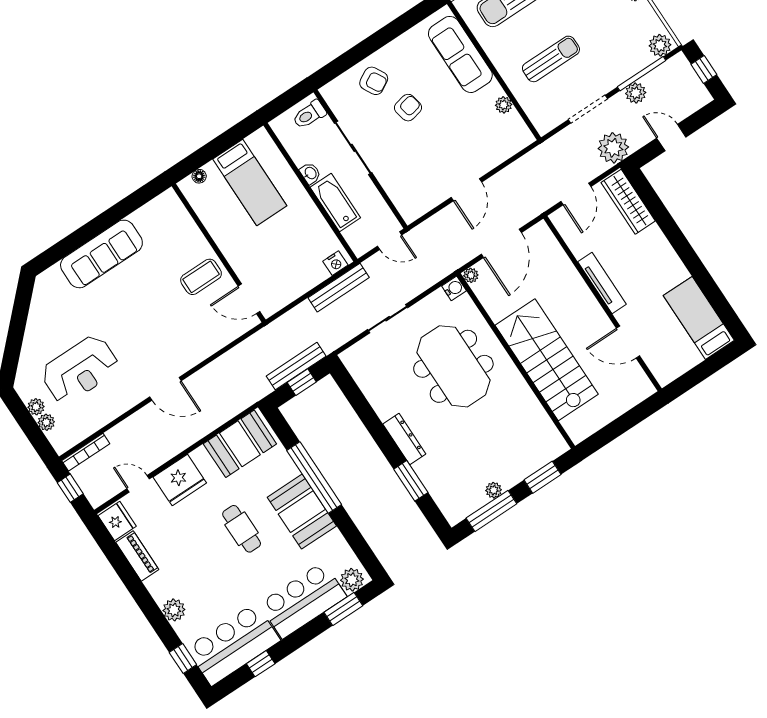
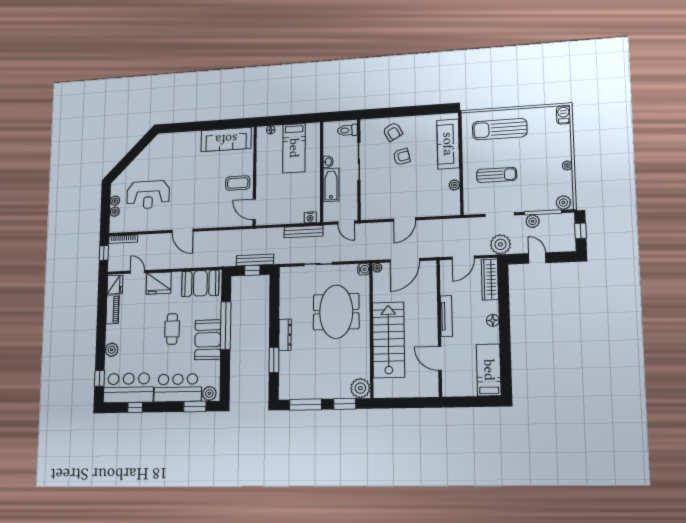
floor lamp: (665, 252) -> (493, 320), added
sofa: (101, 254) -> (226, 139), moved
plant: (494, 490) -> (360, 388), moved, width x1.87, depth x1.87

